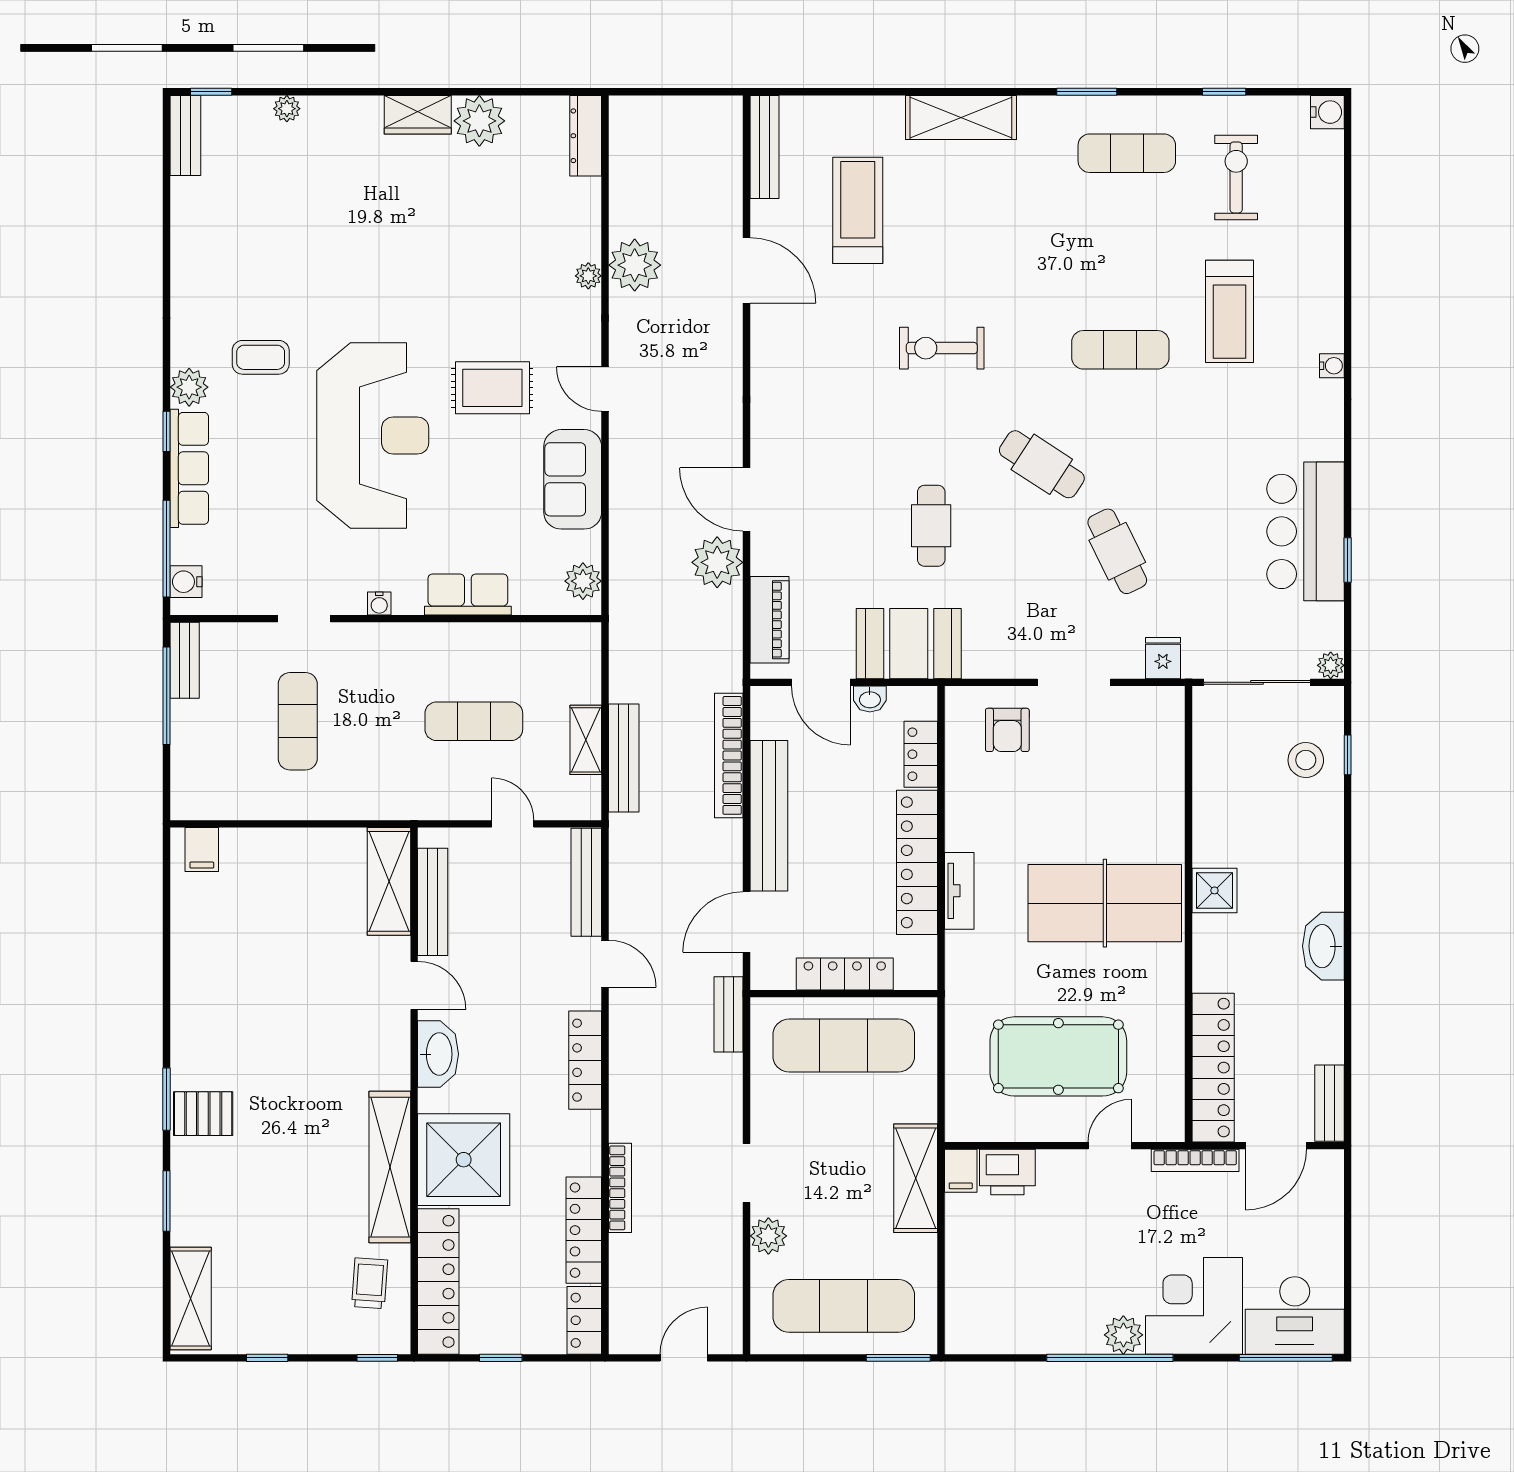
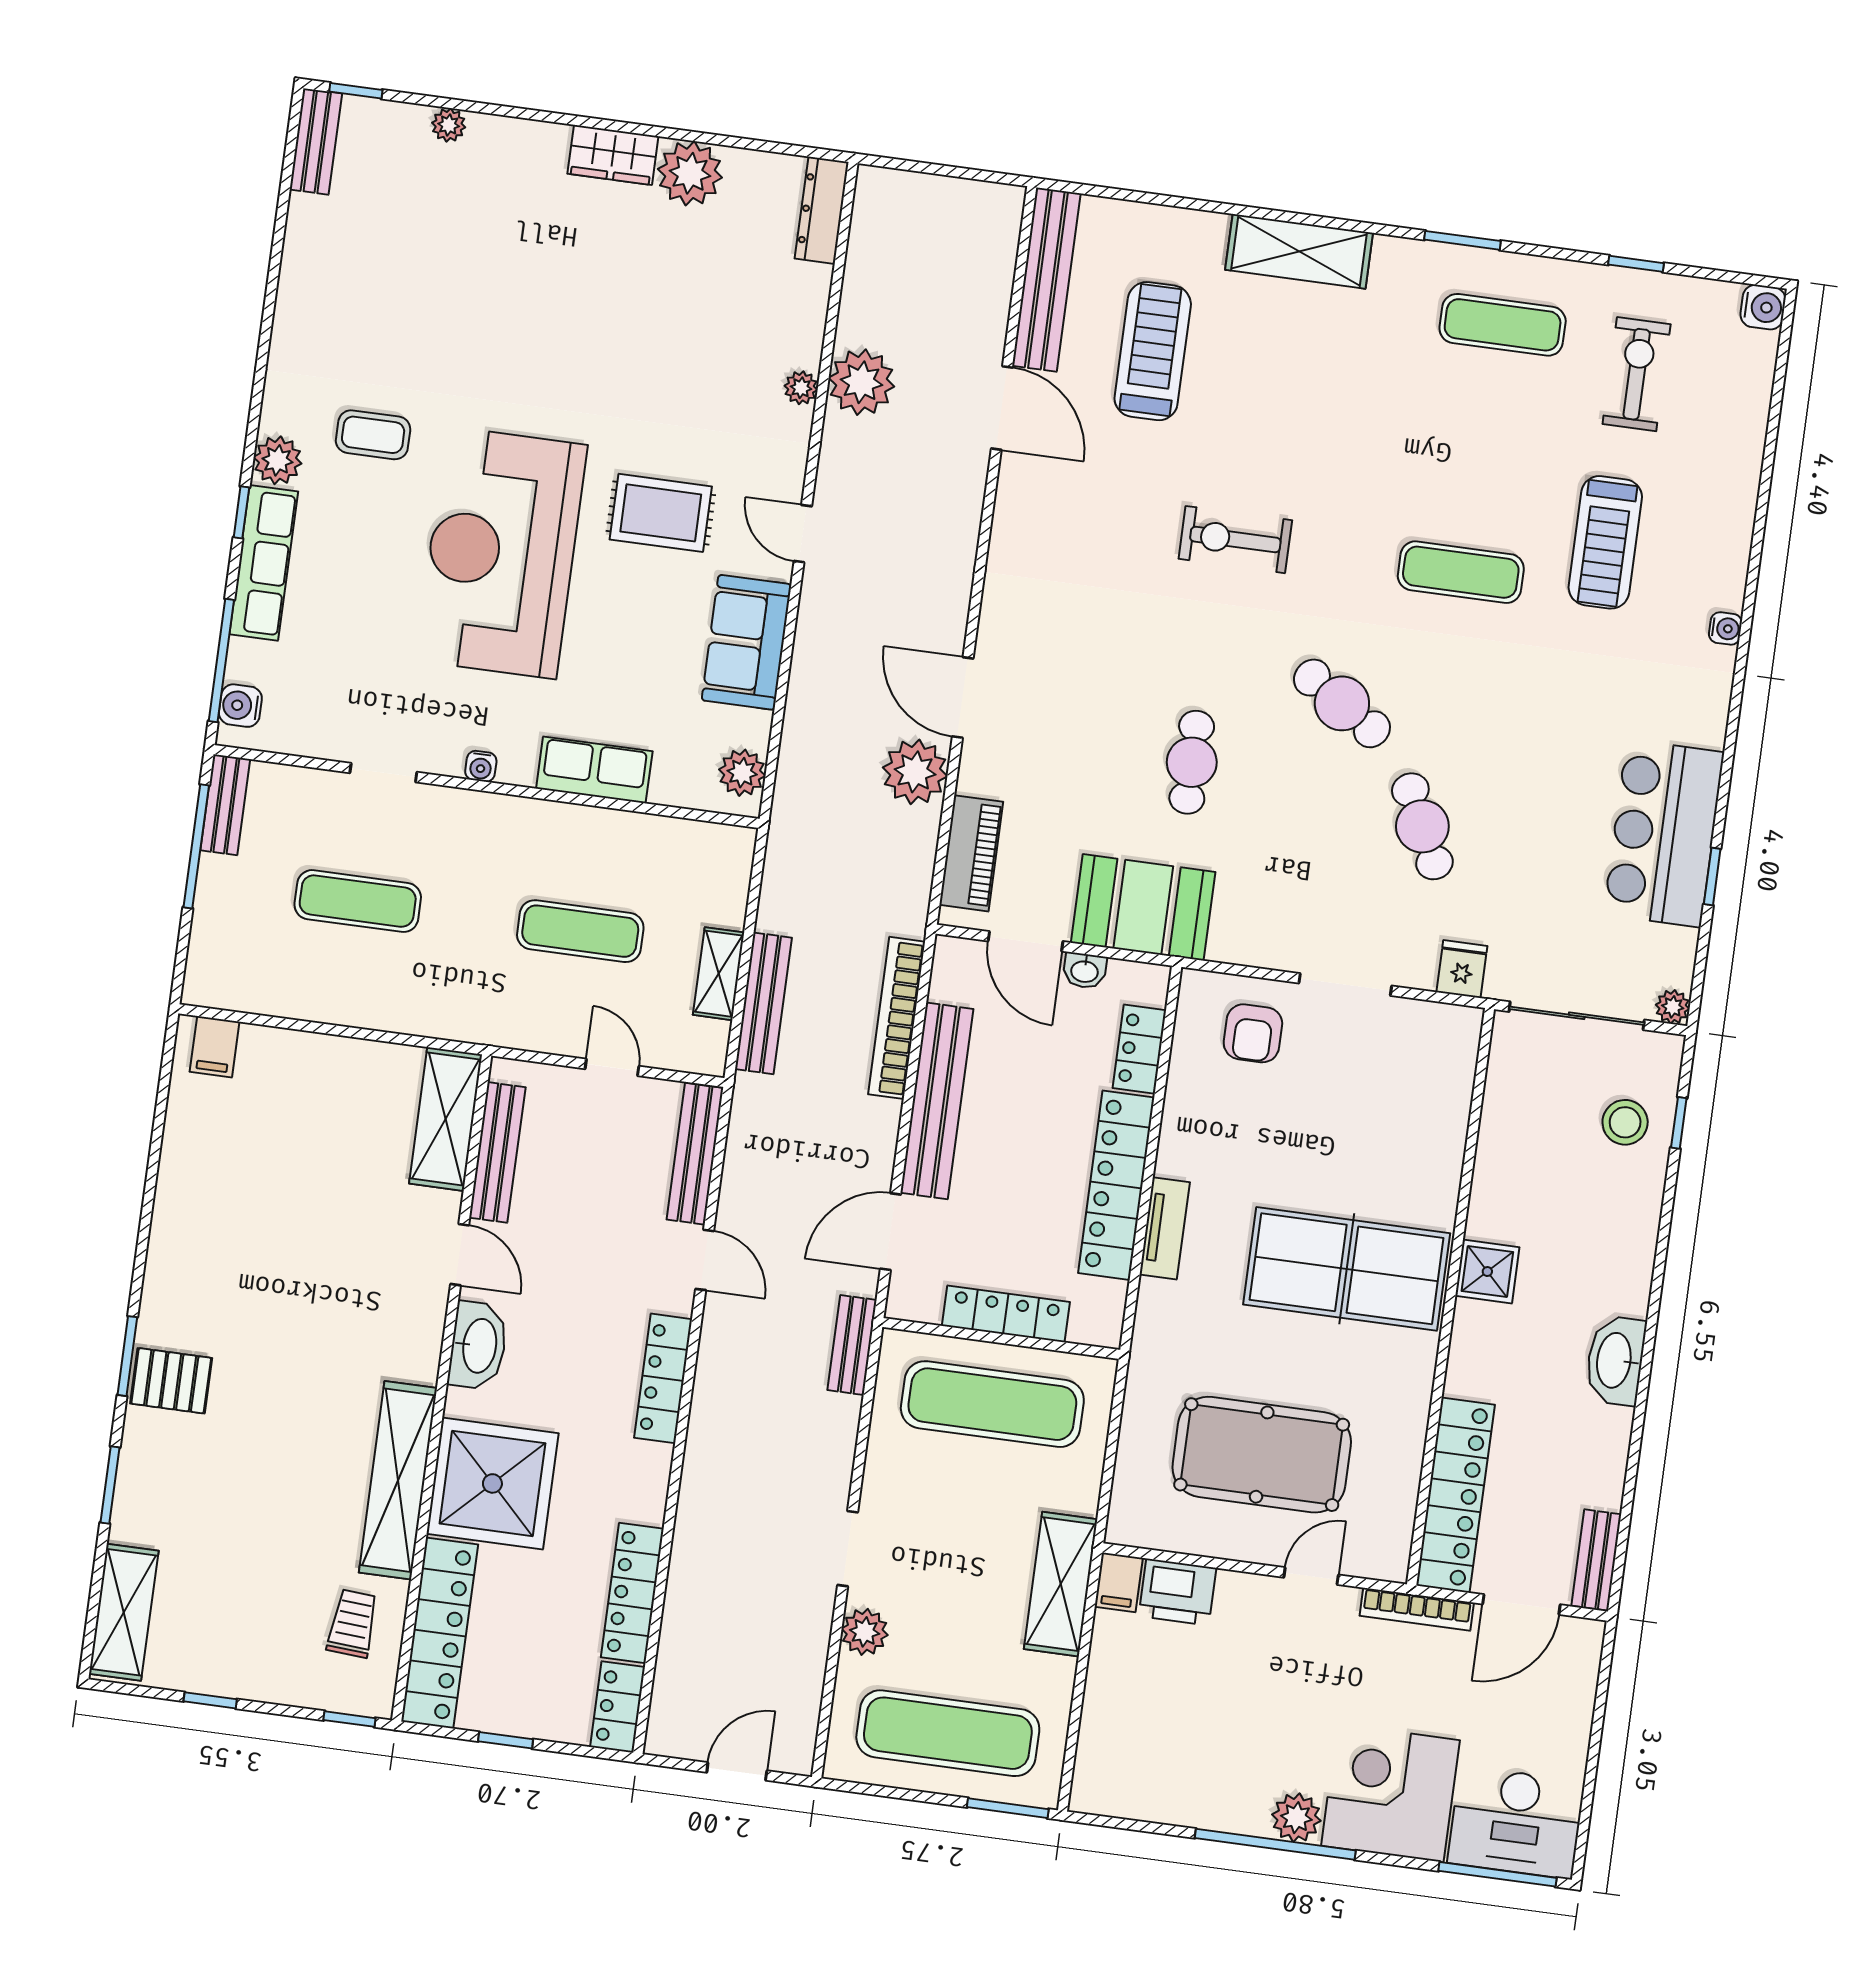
bench: (764, 147) -> (1046, 280), width x1.37, depth x1.21
reception desk: (373, 435) -> (501, 553), turned 180
exercise mat: (298, 721) -> (358, 901), turned 90
bookcase: (620, 1188) -> (685, 1546), removed

